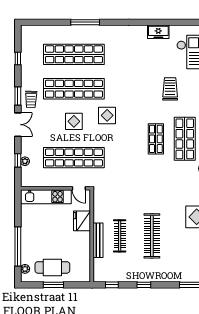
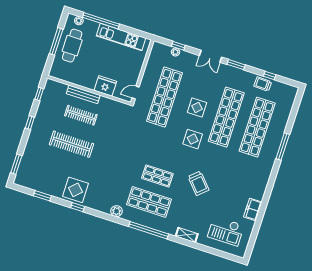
trolley: (170, 89) -> (198, 183), moved, turned 48
trolley: (31, 99) -> (263, 84), moved
kitchen unit: (46, 197) -> (121, 37), moved, turned -90
window: (53, 285) -> (56, 41), width x1.44

